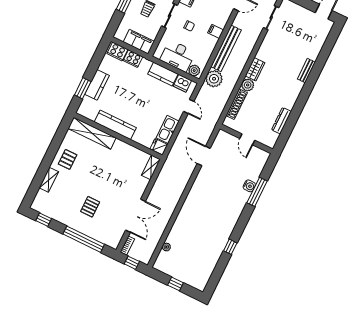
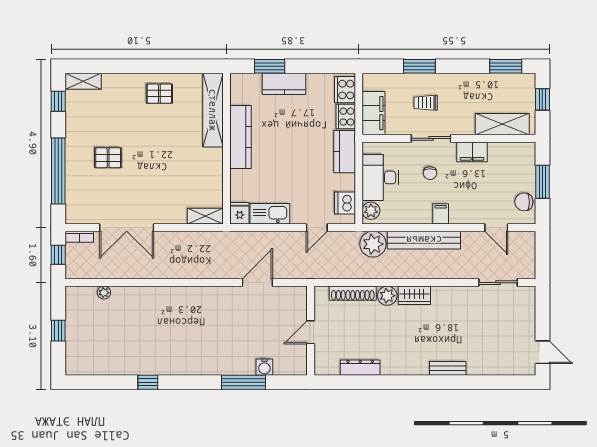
kitchen counter: (163, 74) -> (345, 152), moved
shelving: (49, 180) -> (83, 81), moved
water cooler: (249, 186) -> (264, 367), moved

